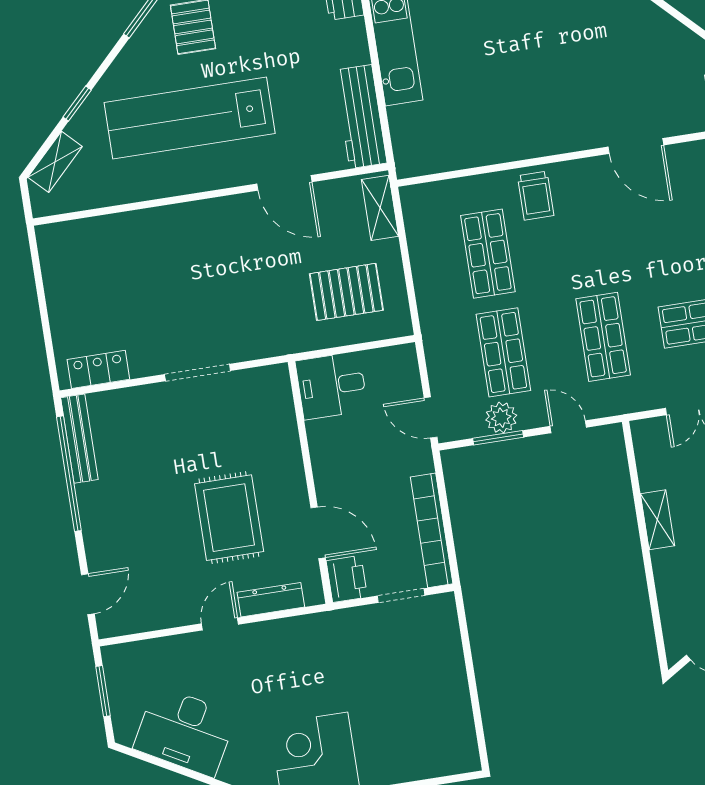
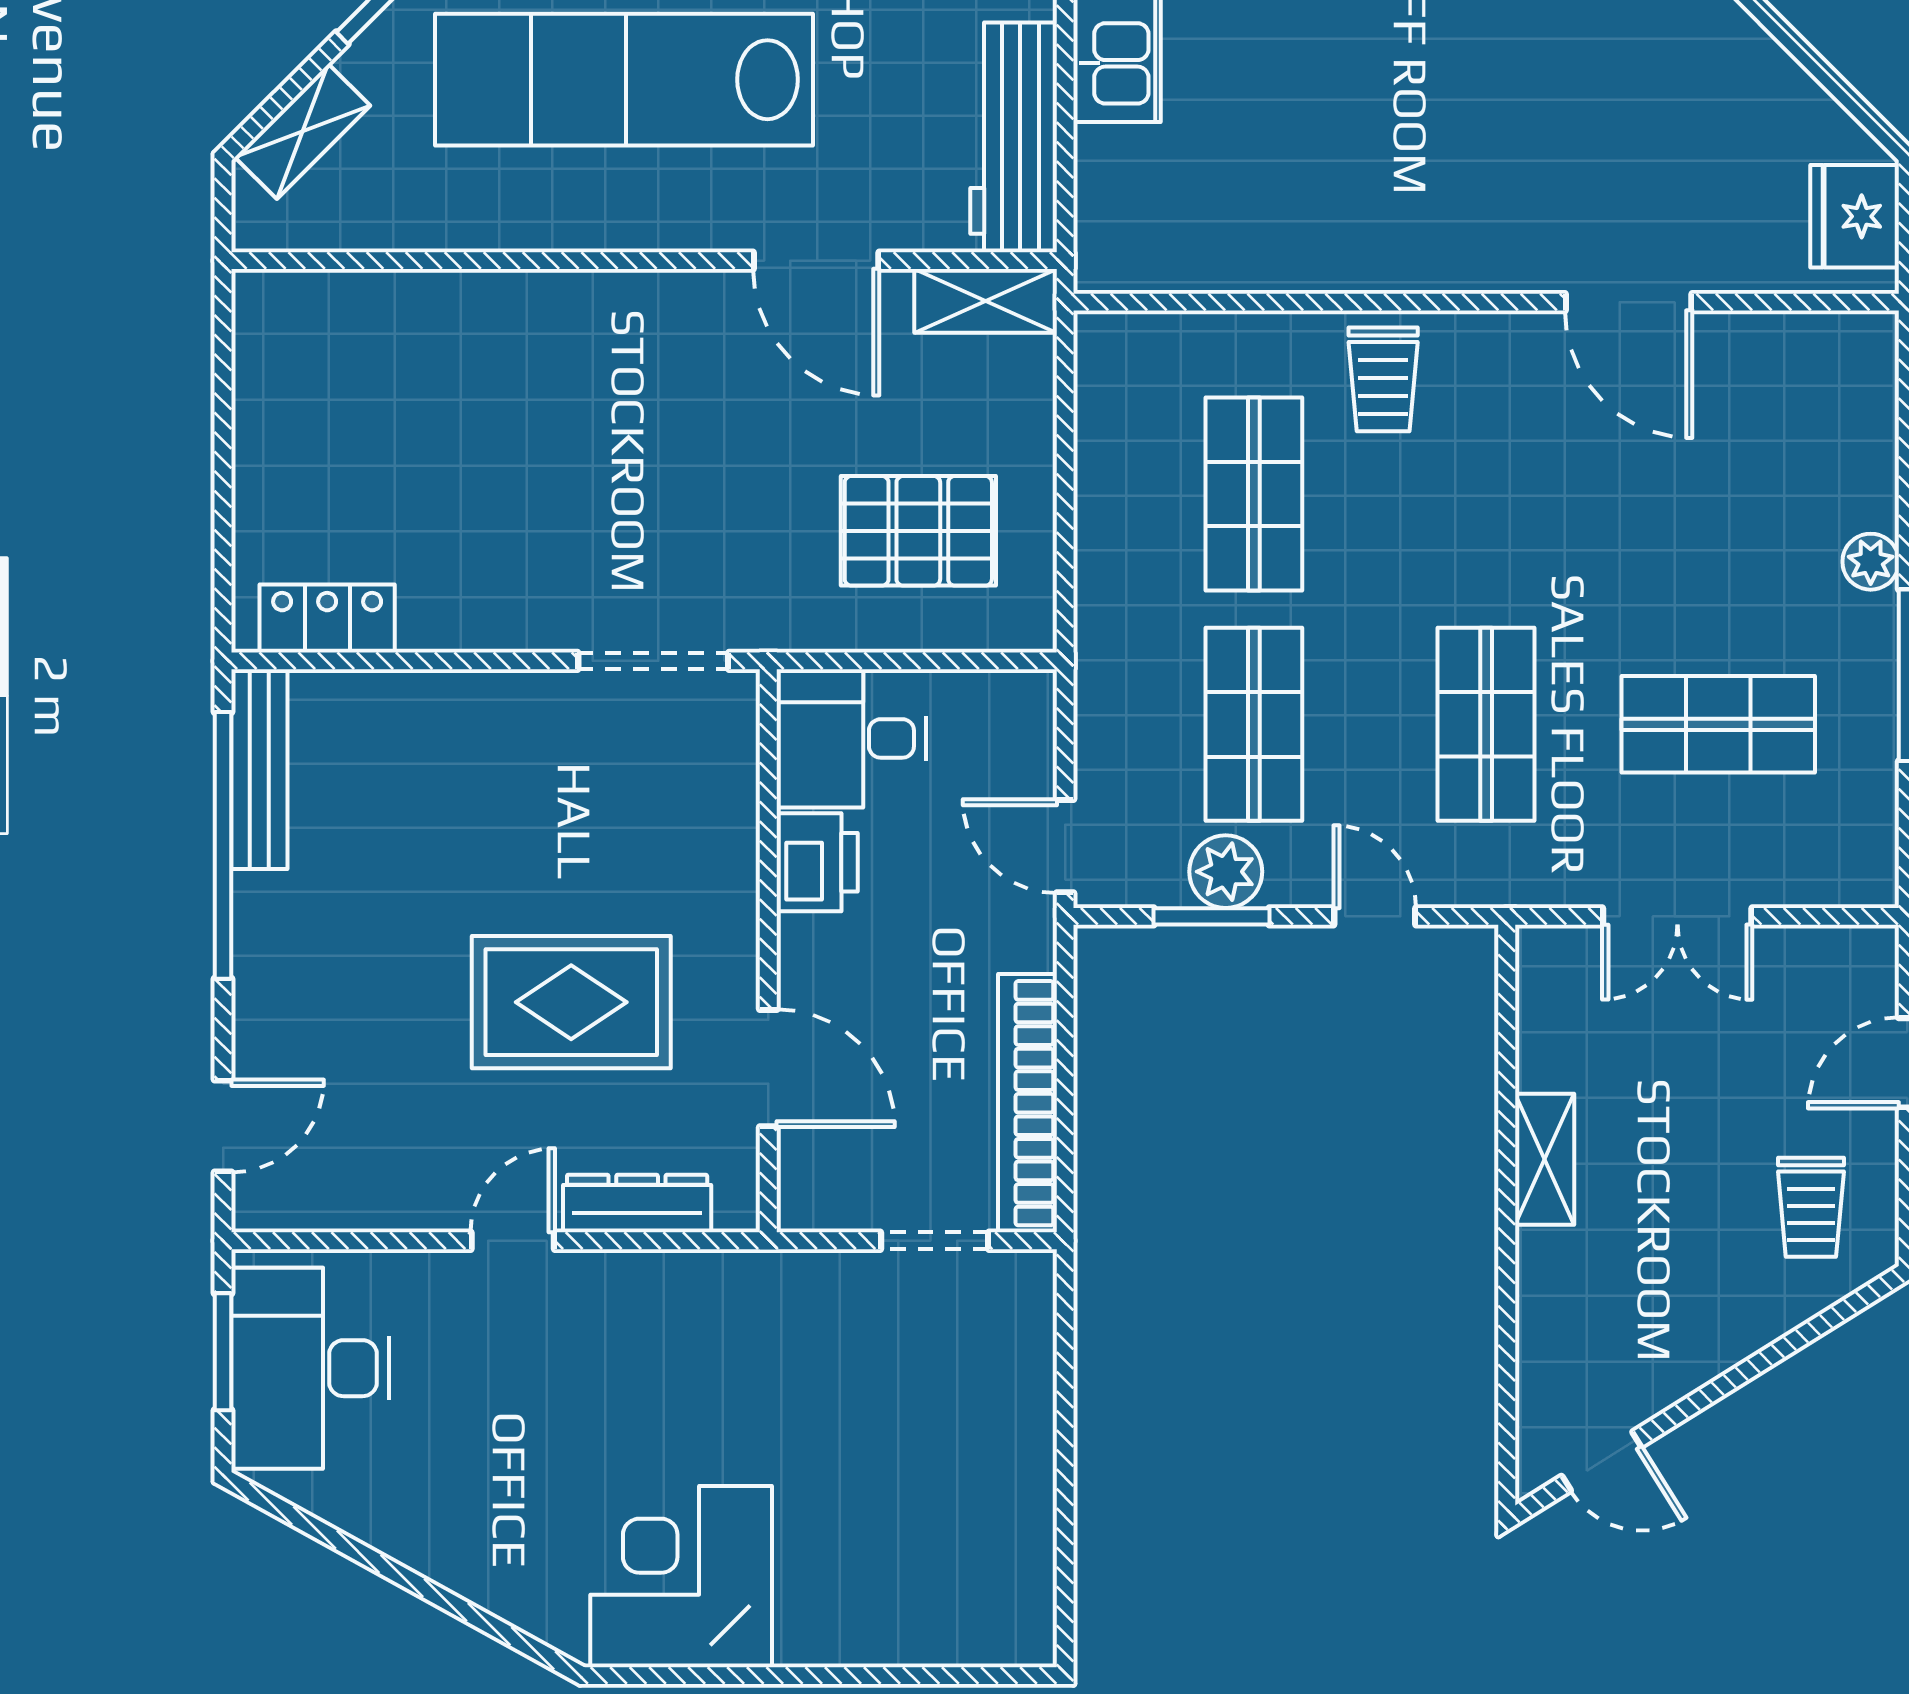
shelving: (380, 208) -> (986, 301), moved, turned 90
doorway: (198, 372) -> (653, 661), moved
rug: (229, 518) -> (571, 1002), turned 90
printer: (347, 579) -> (817, 862), moved
desk: (185, 731) -> (310, 1368), moved, turned 61

